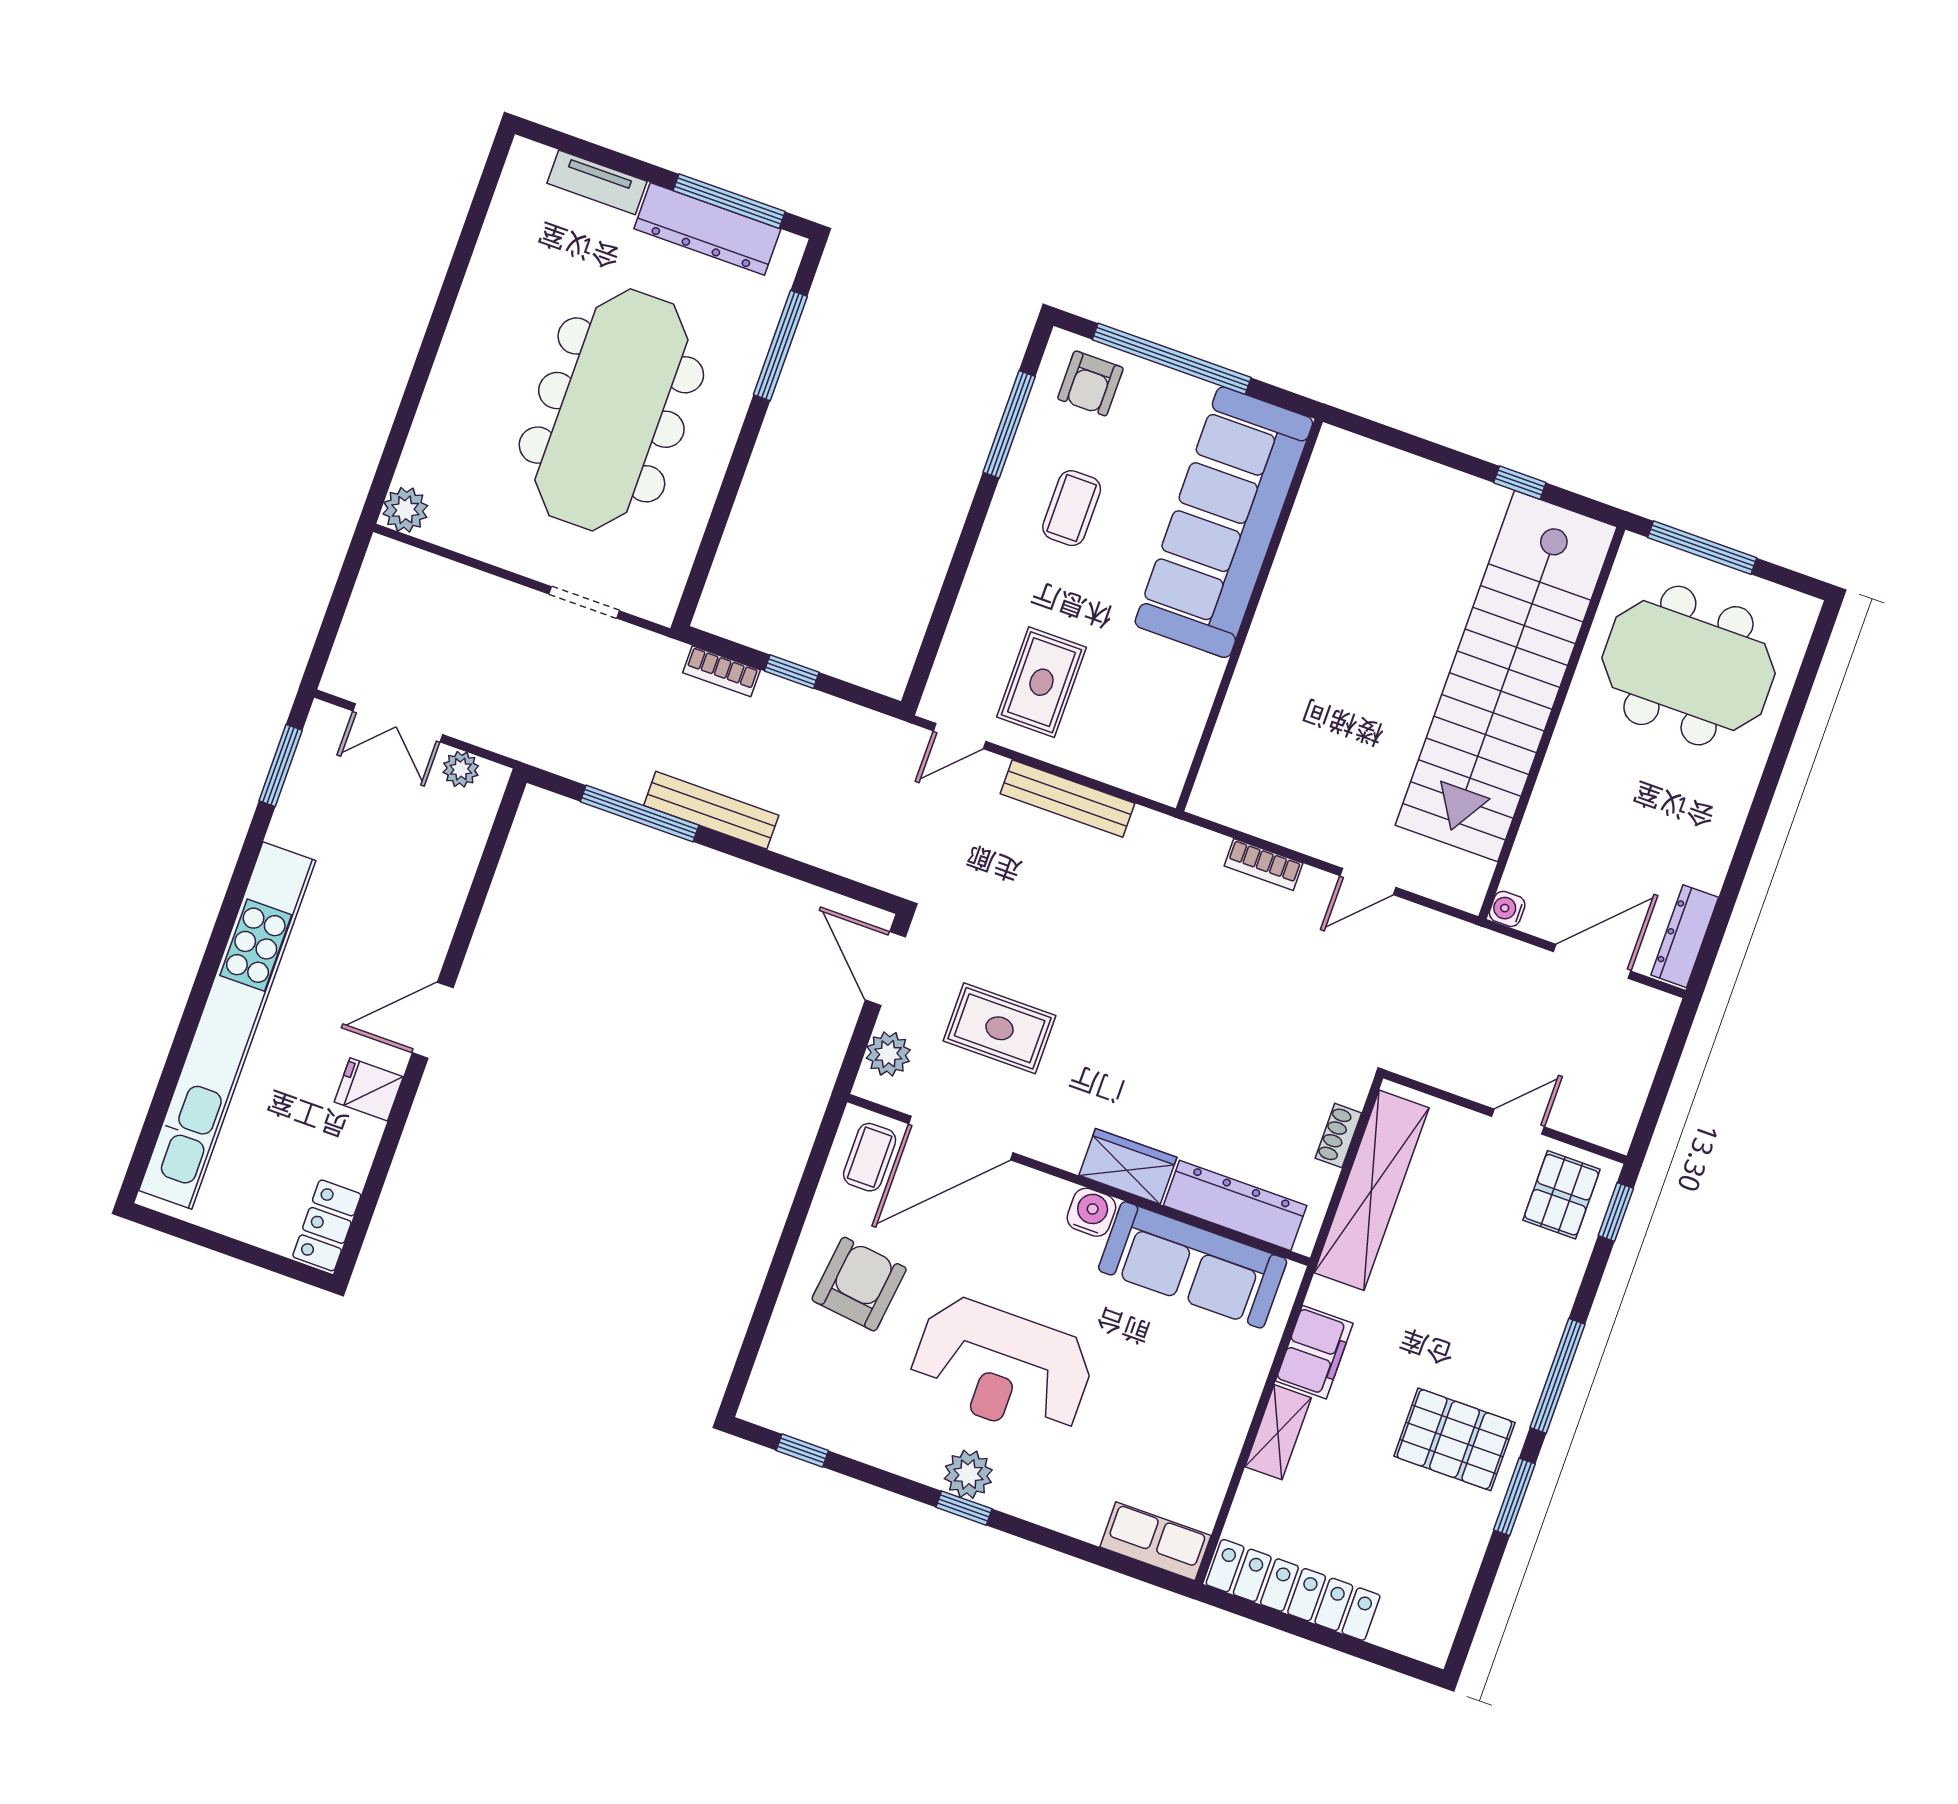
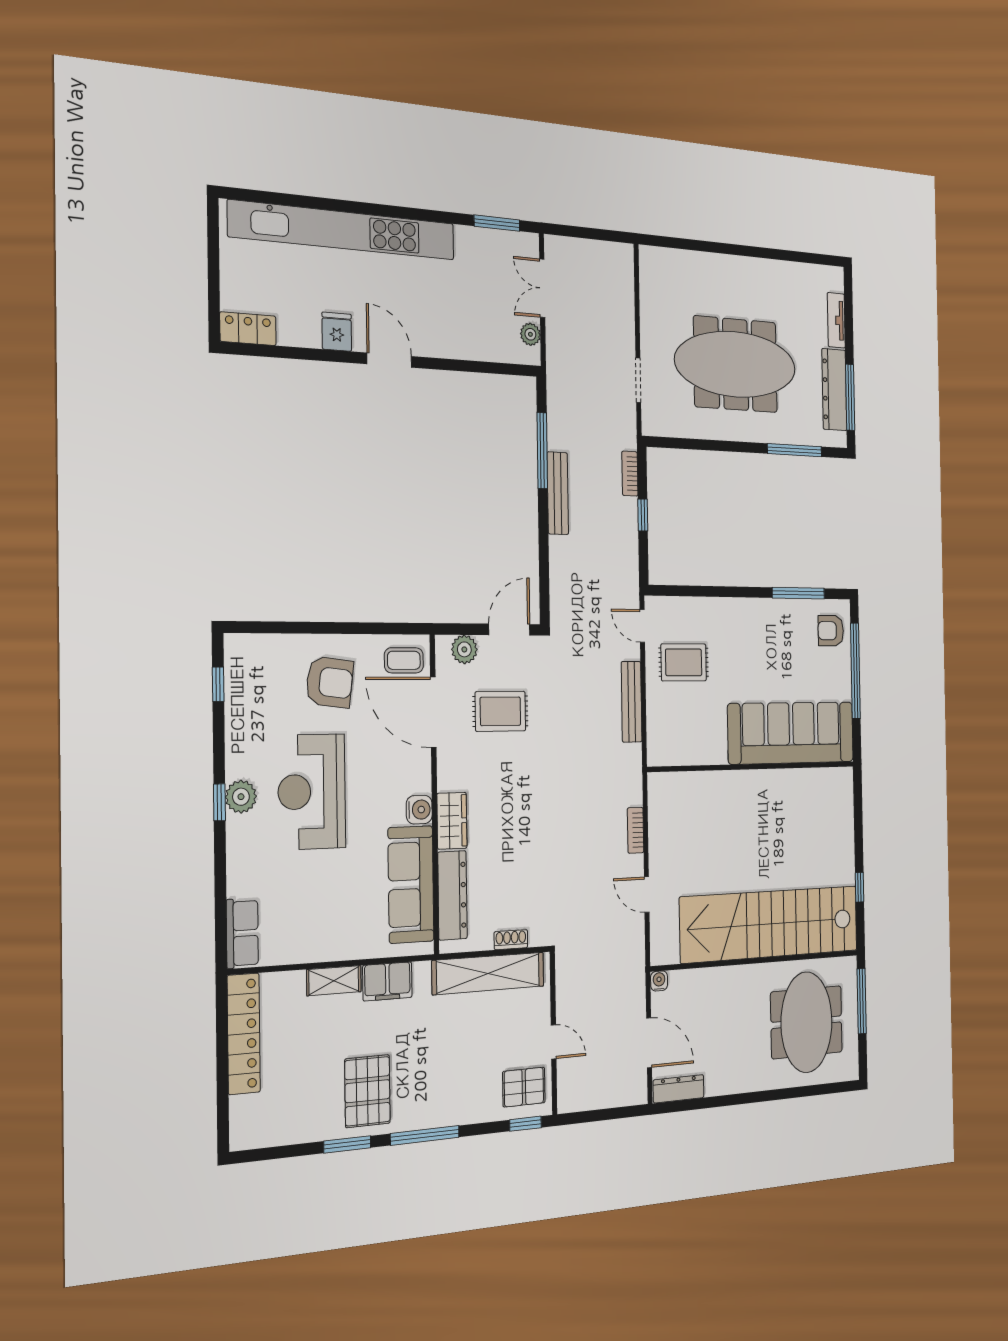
coffee table: (1072, 508) -> (771, 645), removed
plant: (405, 510) -> (651, 259), removed
rug: (1000, 1028) -> (500, 711), turned 90

